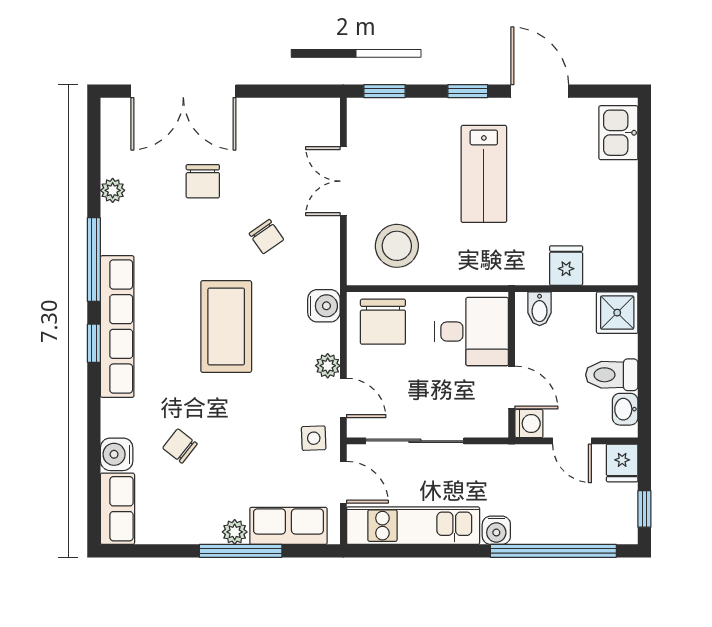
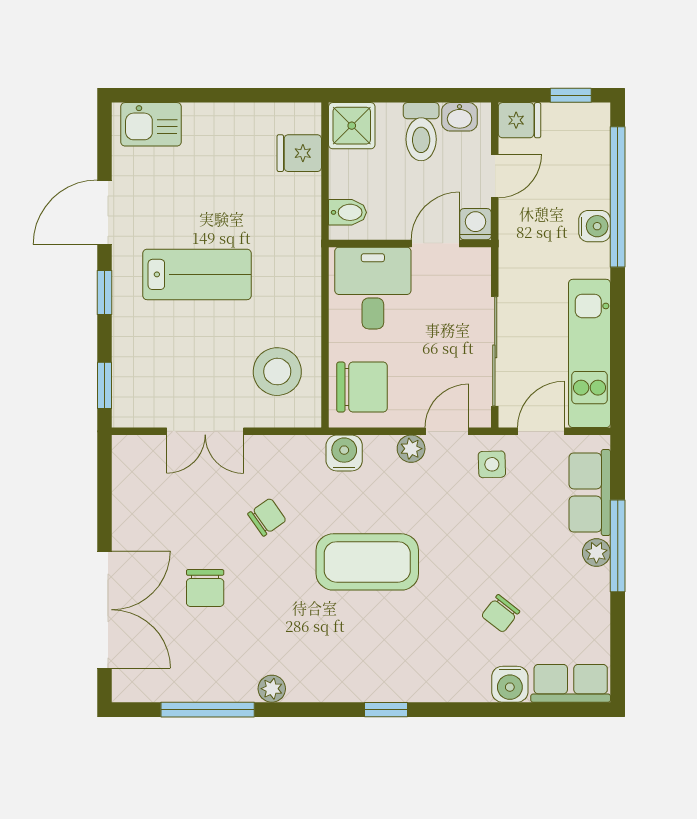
chair: (203, 181) -> (205, 588), turned 90
plant: (113, 190) -> (272, 689), moved
window: (94, 260) -> (208, 710), moved
fridge: (566, 266) -> (299, 153), moved
row of seats: (117, 327) -> (367, 684), removed
water cooler: (496, 530) -> (595, 226), moved

